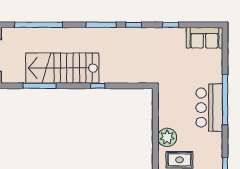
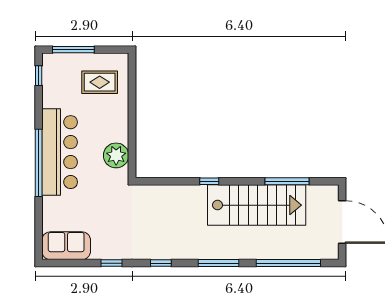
window: (101, 25) -> (219, 263), moved
bar counter: (209, 108) -> (60, 152), width x1.36
plant: (167, 137) -> (116, 155), moved

